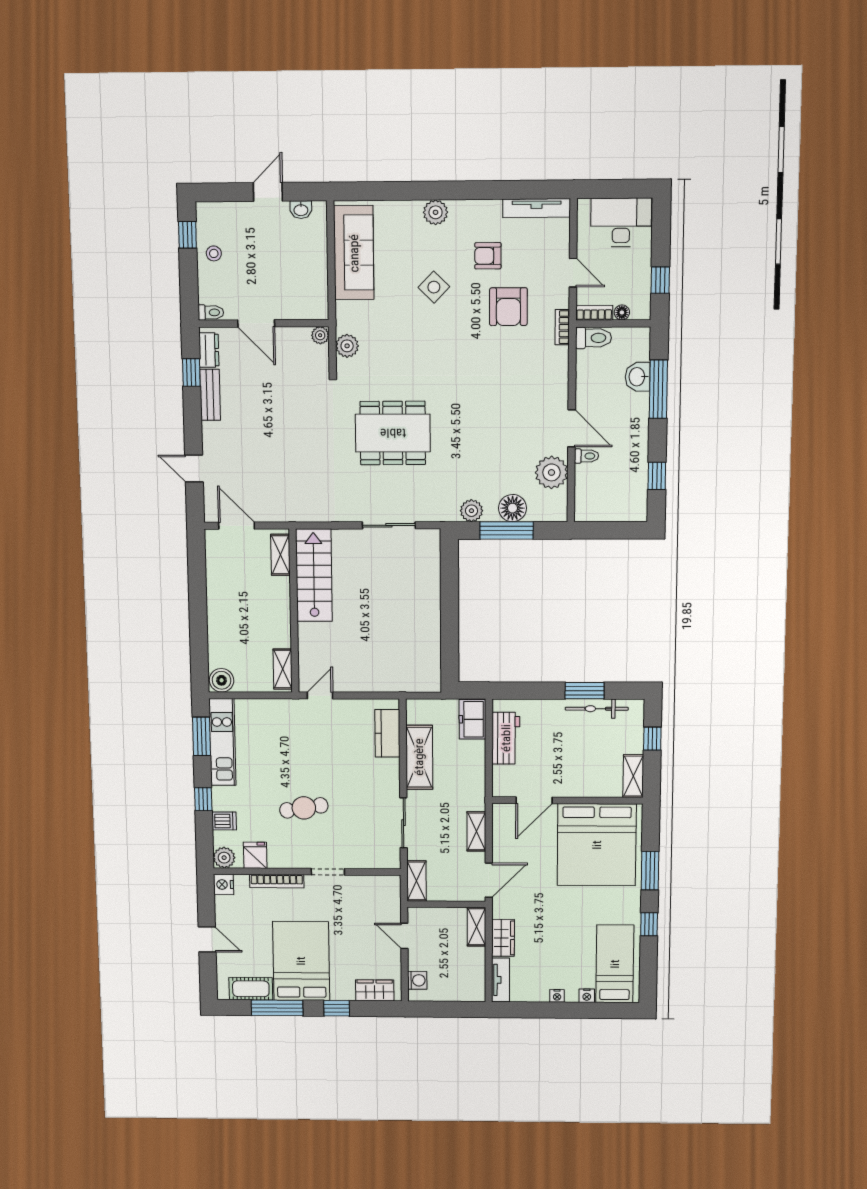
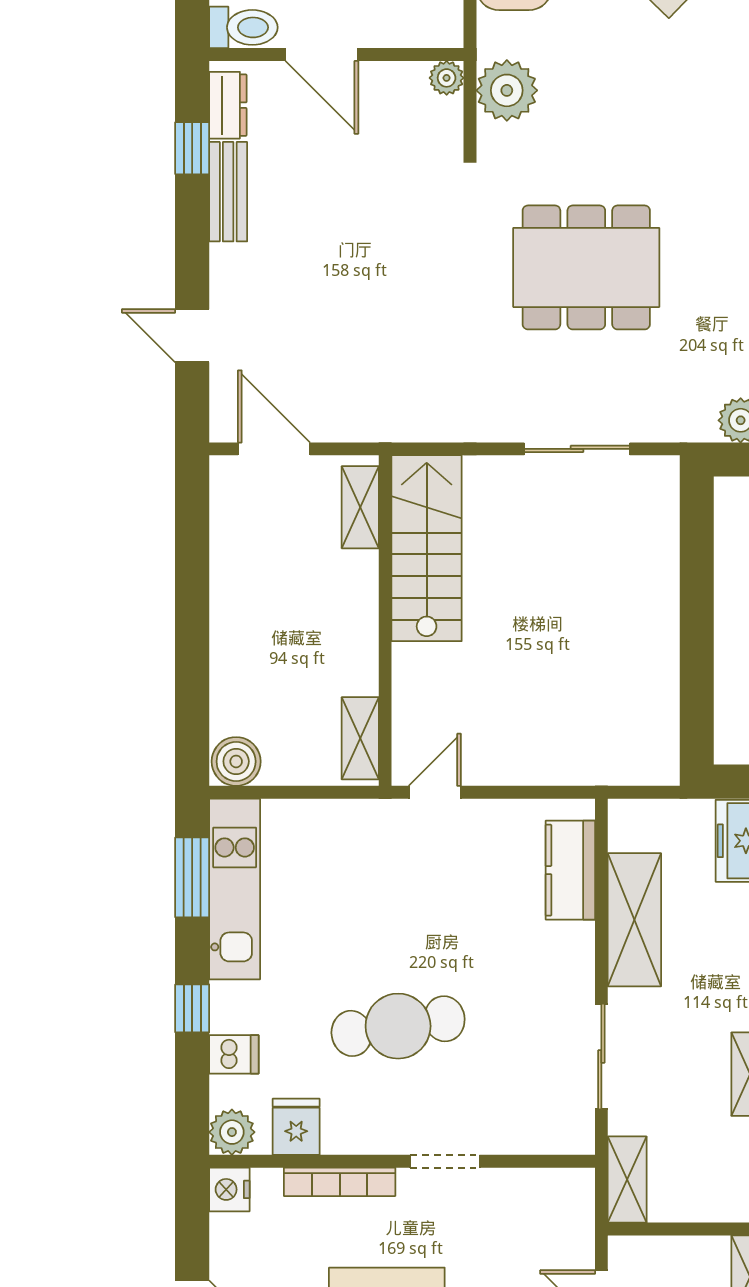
toilet: (211, 312) -> (243, 27), width x1.37, depth x1.39
plant: (347, 346) -> (507, 90), width x1.36, depth x1.36
cafe table: (304, 808) -> (398, 1026), width x1.37, depth x1.35

